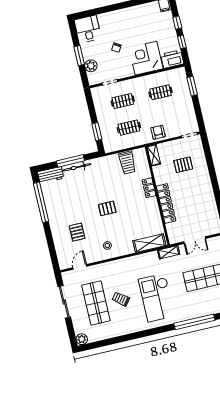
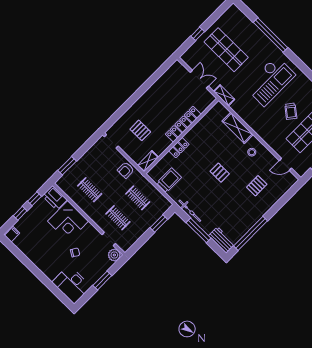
desk: (88, 29) -> (72, 284), width x1.37
plant: (91, 66) -> (114, 255), moved
bicycle: (77, 167) -> (190, 211), moved
shelving: (149, 243) -> (238, 128), moved

